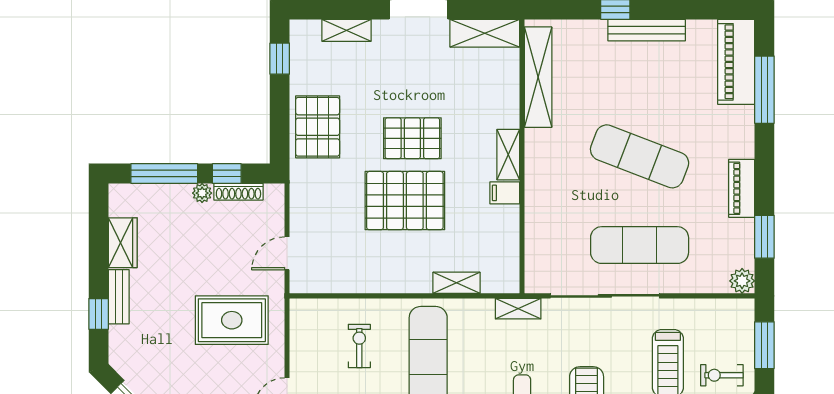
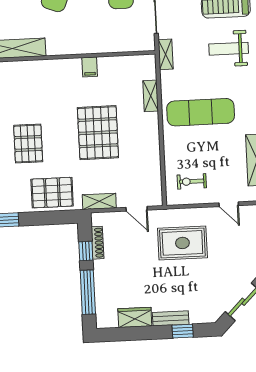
pallet: (412, 138) -> (28, 143), moved
shelving: (508, 155) -> (99, 201), moved
plant: (202, 193) -> (99, 267), removed
rug: (232, 320) -> (182, 243), turned 90
exercise bike: (359, 346) -> (192, 181), moved

